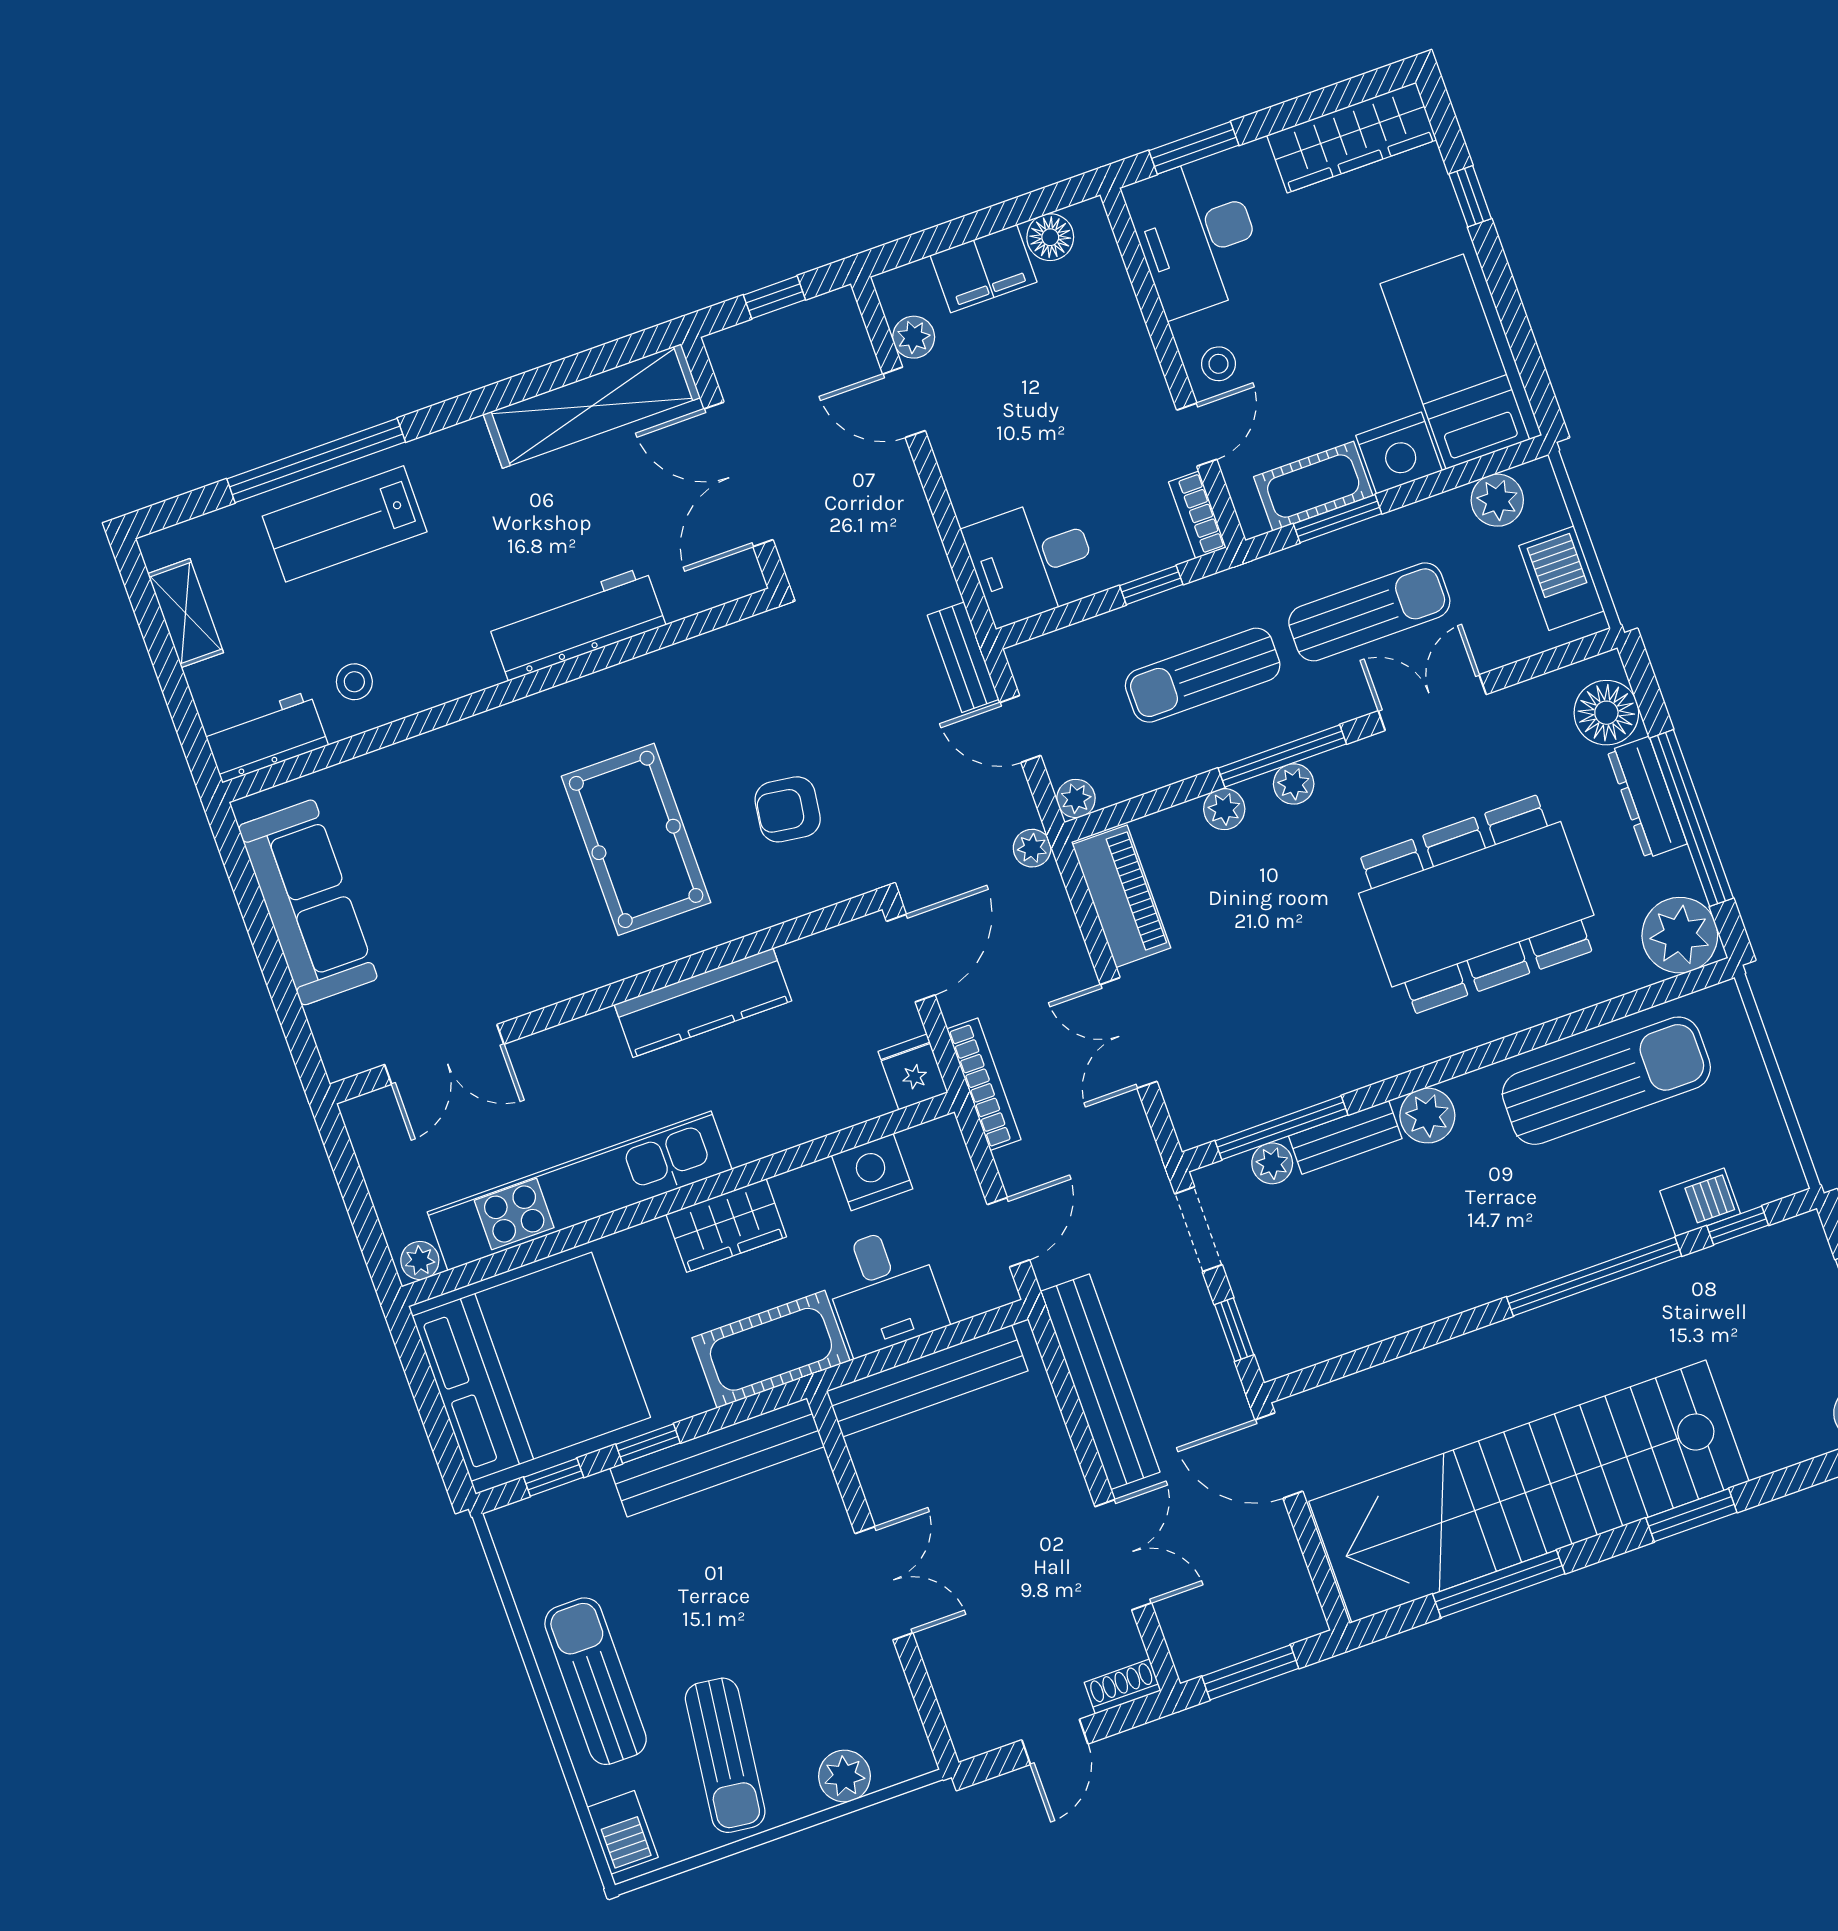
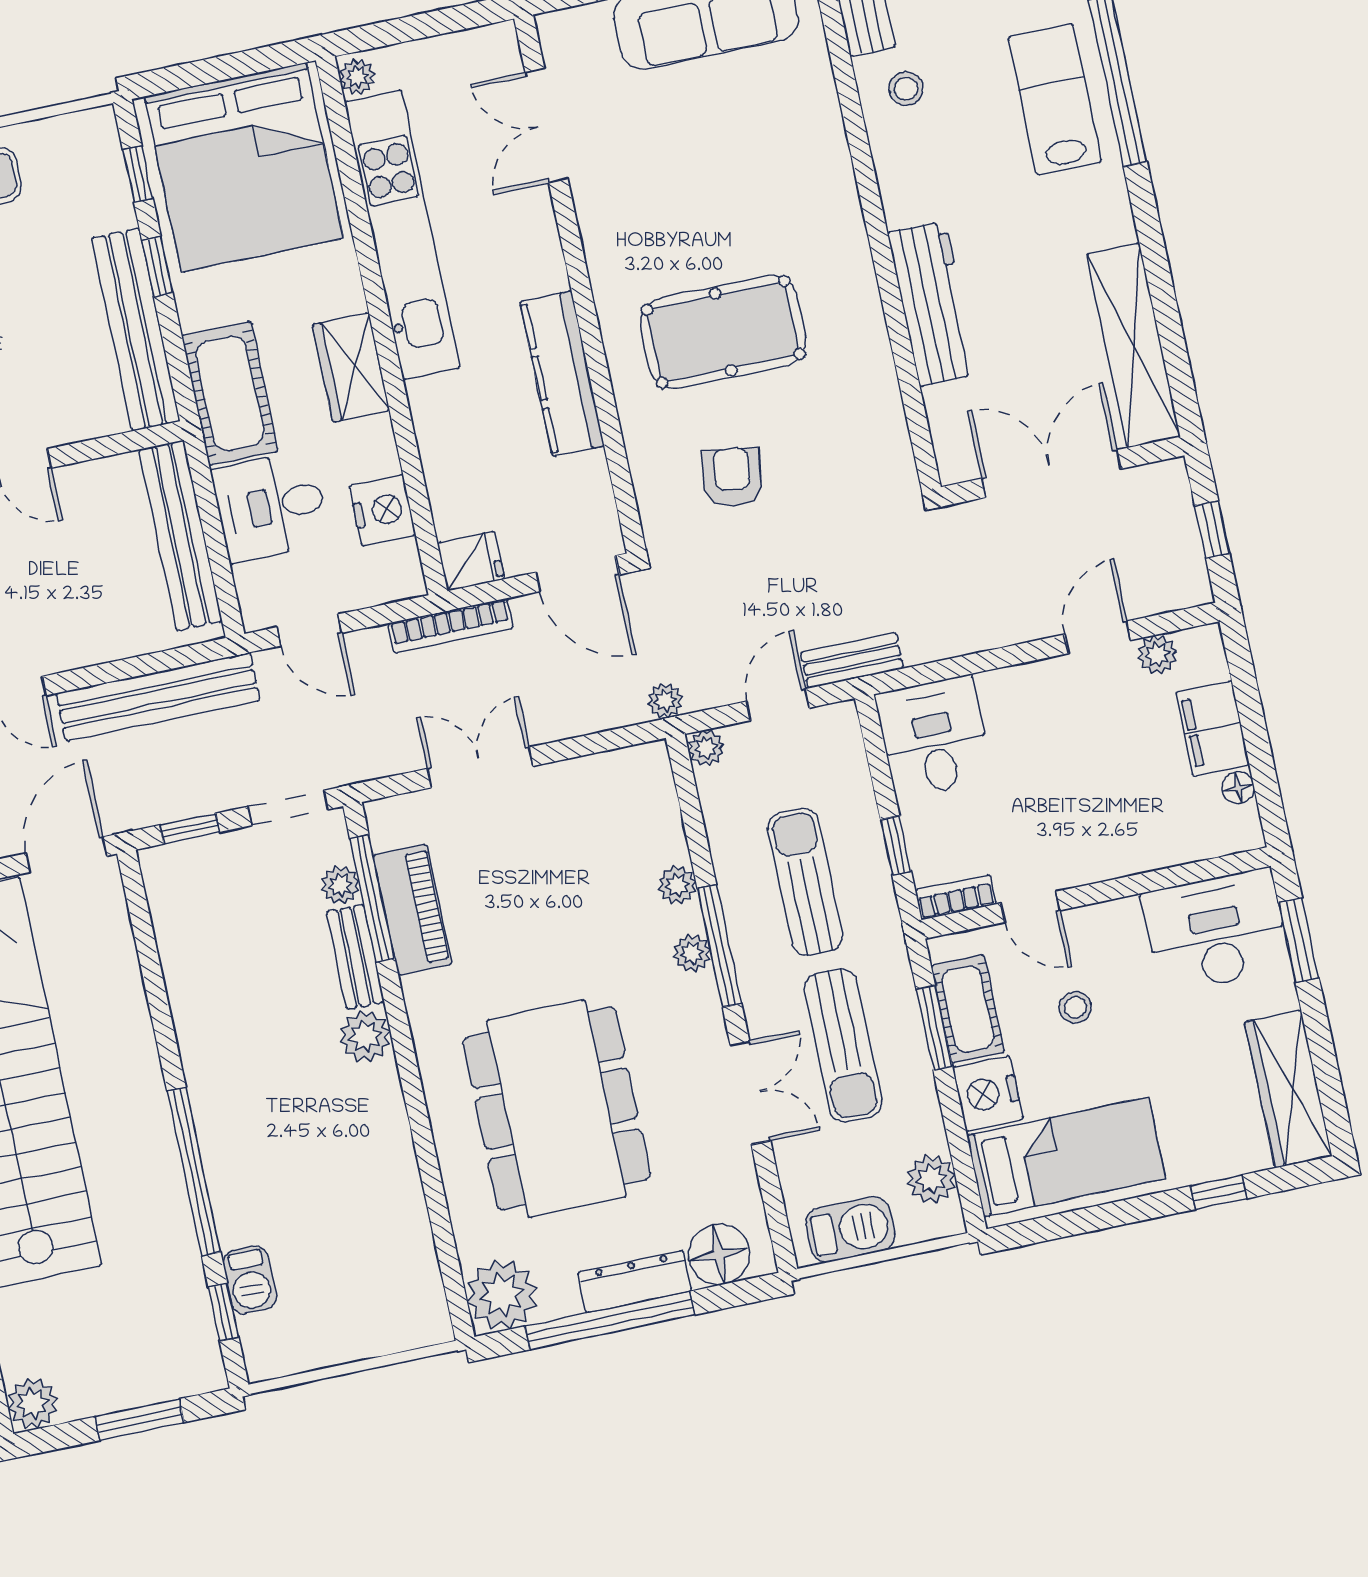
floor lamp: (1050, 237) -> (1238, 788), width x0.73, depth x0.73
stool: (1219, 364) -> (1075, 1007), moved
piano: (1121, 896) -> (412, 910), moved, turned -90
sun lounger: (1606, 1081) -> (375, 1208), removed

